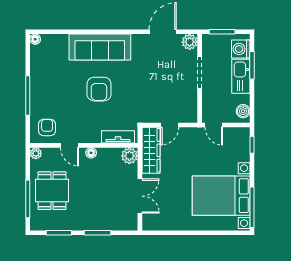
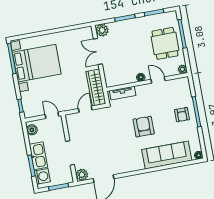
sofa: (100, 47) -> (167, 155), moved
armchair: (47, 127) -> (182, 115), moved
plant: (129, 156) -> (102, 30), moved

